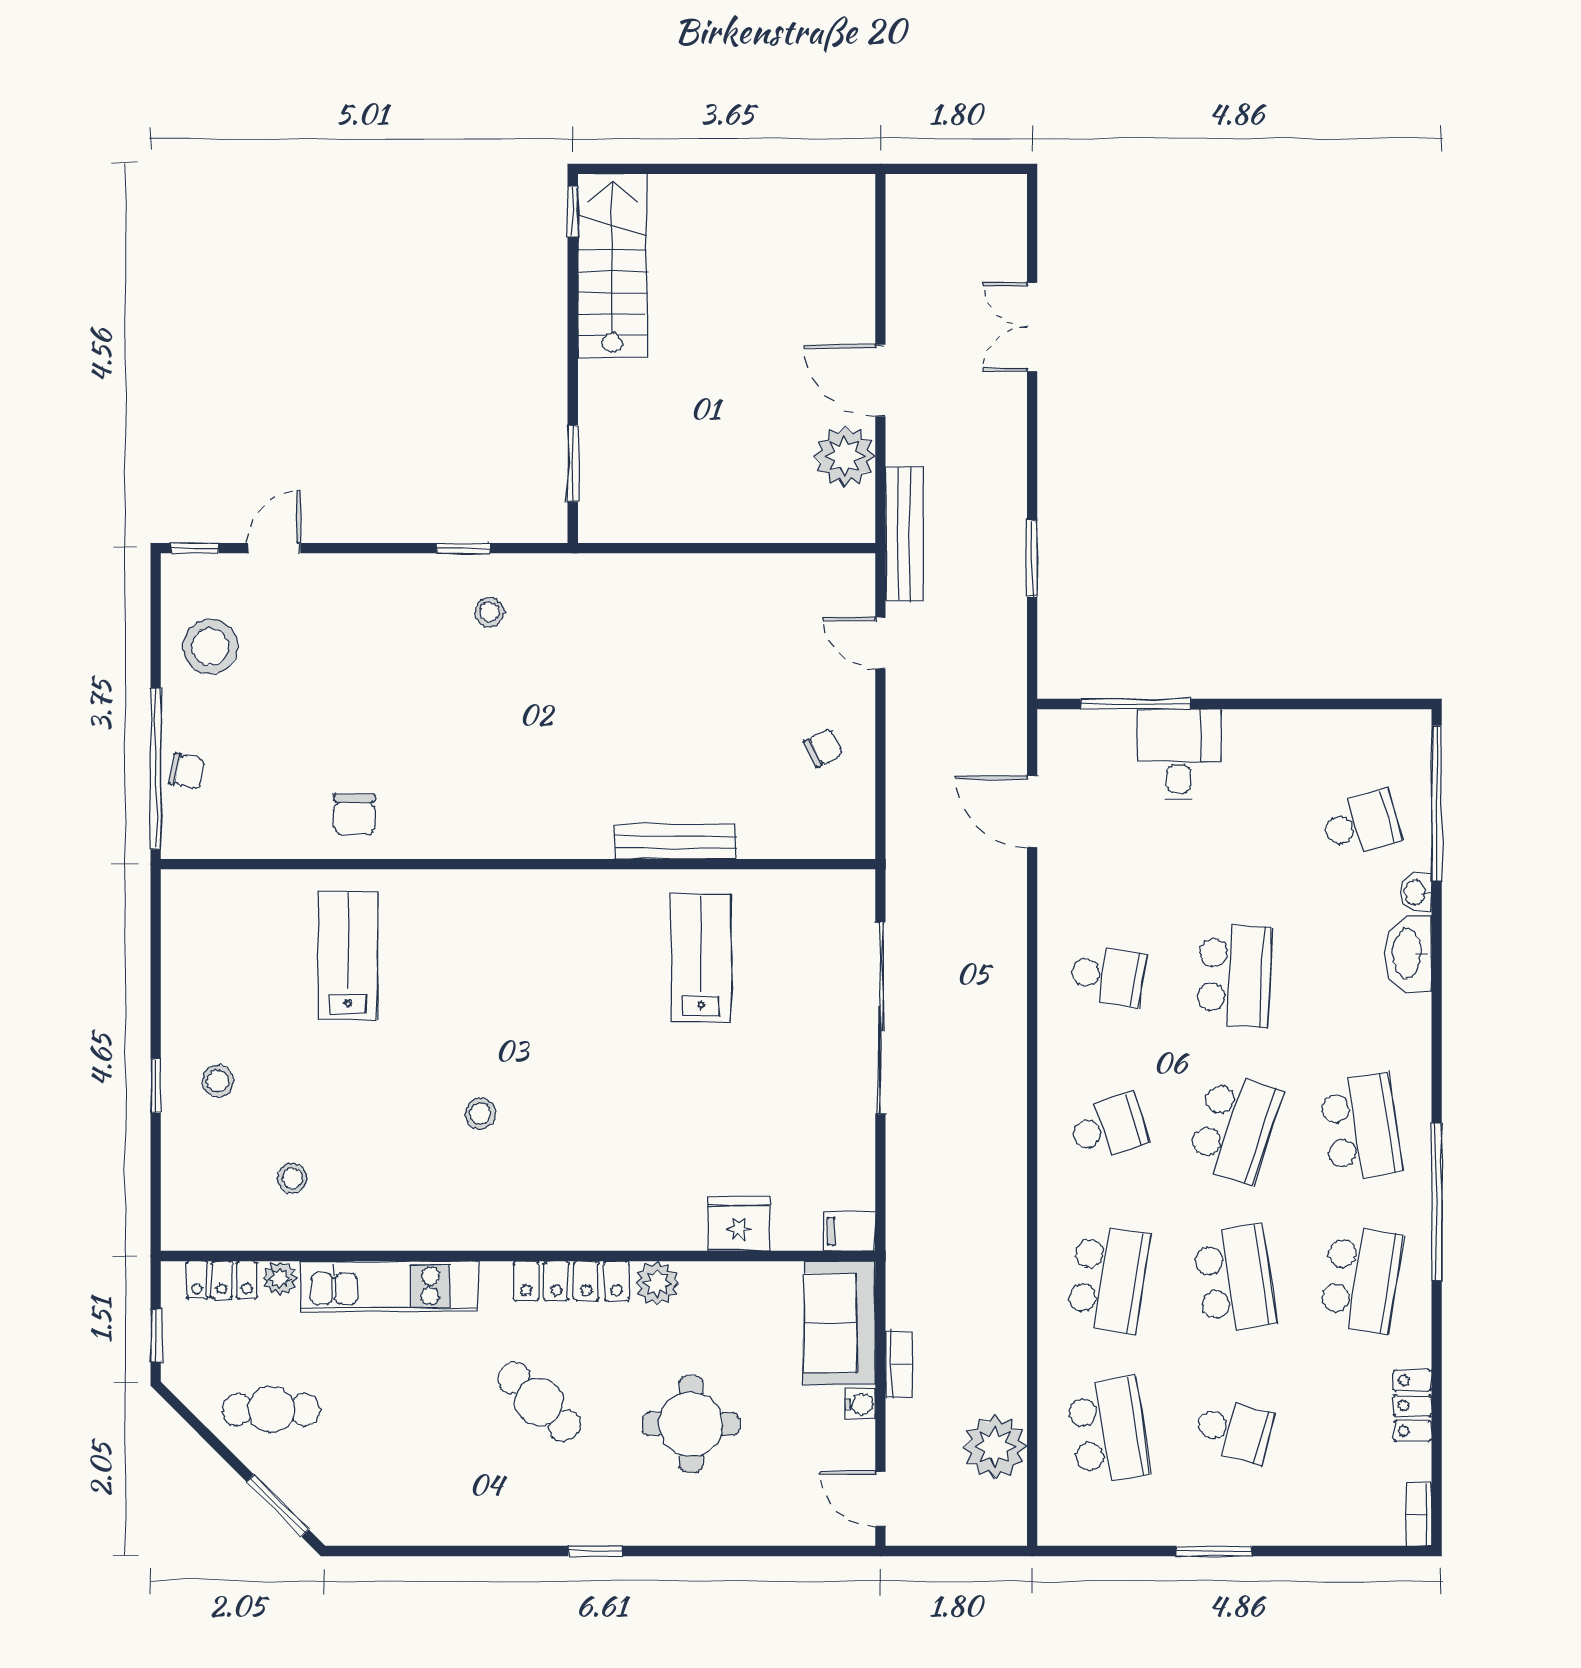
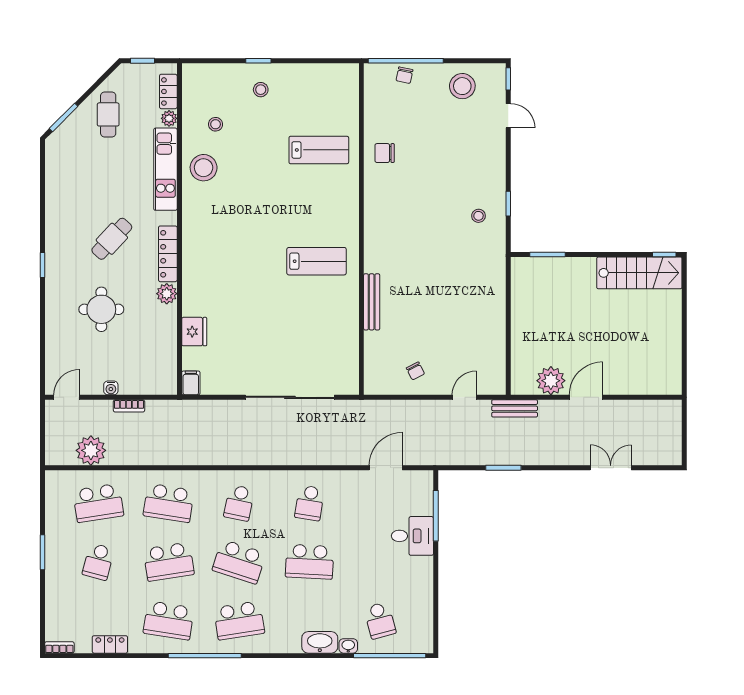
bench: (904, 534) -> (515, 408), width x0.73
lab bench: (701, 958) -> (317, 261), moved
stool: (480, 1114) -> (204, 168), moved, width x1.89, depth x1.89
school desk: (1108, 1128) -> (239, 503), turned 30
sofa: (839, 1323) -> (148, 378), removed

